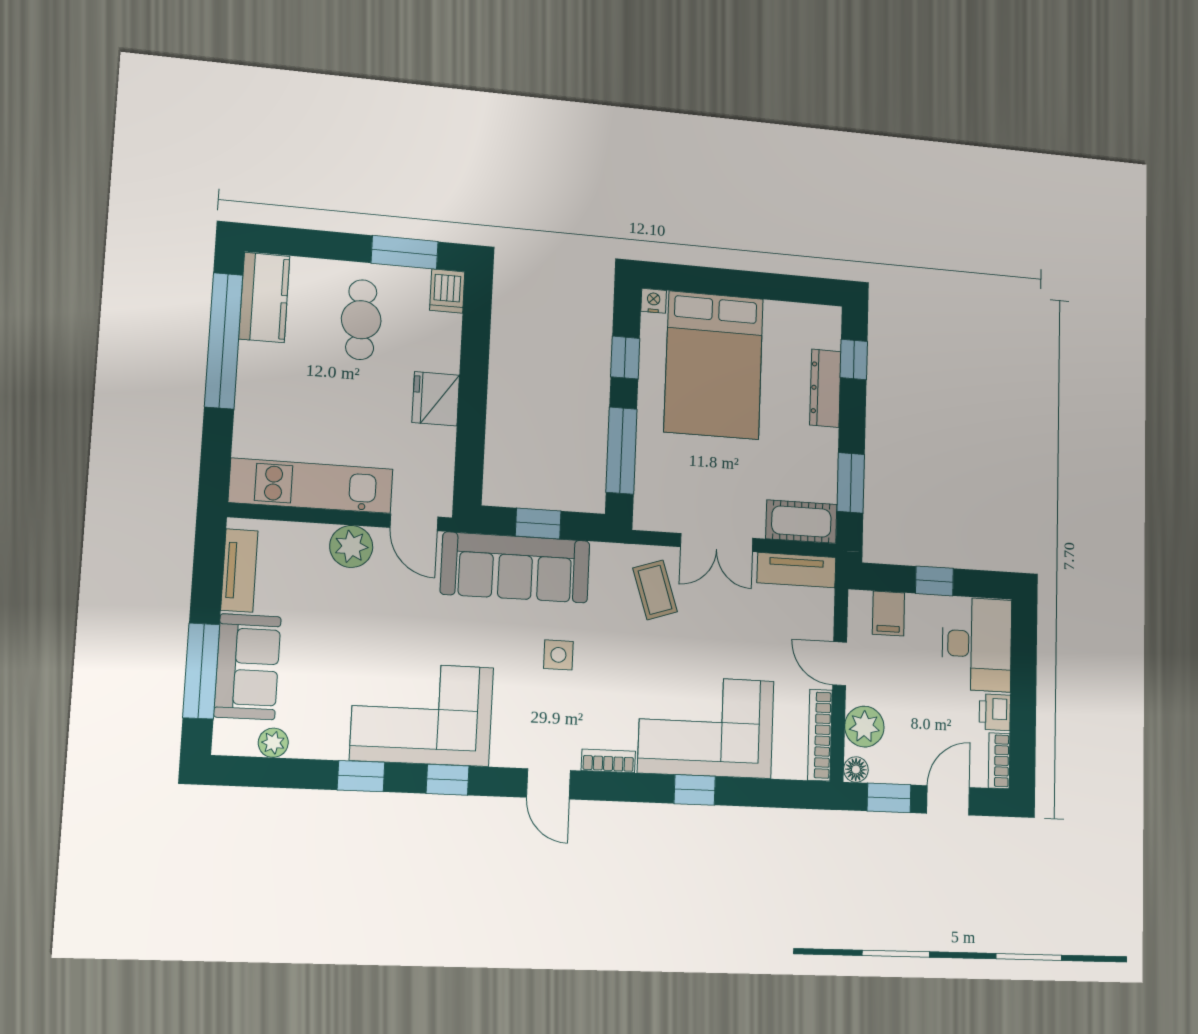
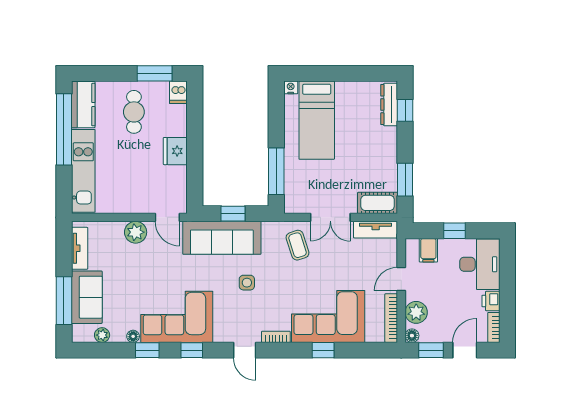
window: (625, 357) -> (276, 120), removed
bed: (714, 365) -> (317, 120), width x0.67
dresser: (825, 388) -> (389, 104), moved
kitchen unit: (311, 486) -> (83, 171), moved, turned 90
door: (840, 664) -> (401, 279), hinge flipped
floor lamp: (335, 748) -> (133, 336), added

